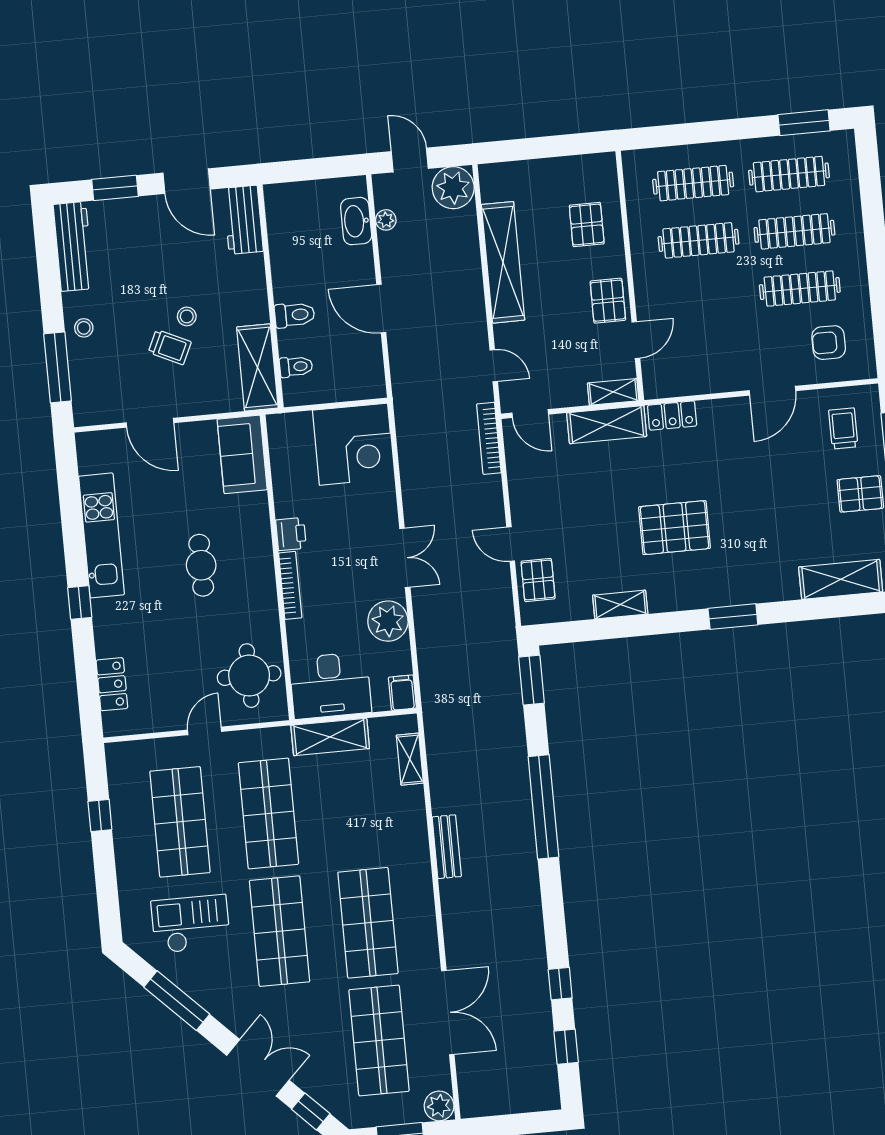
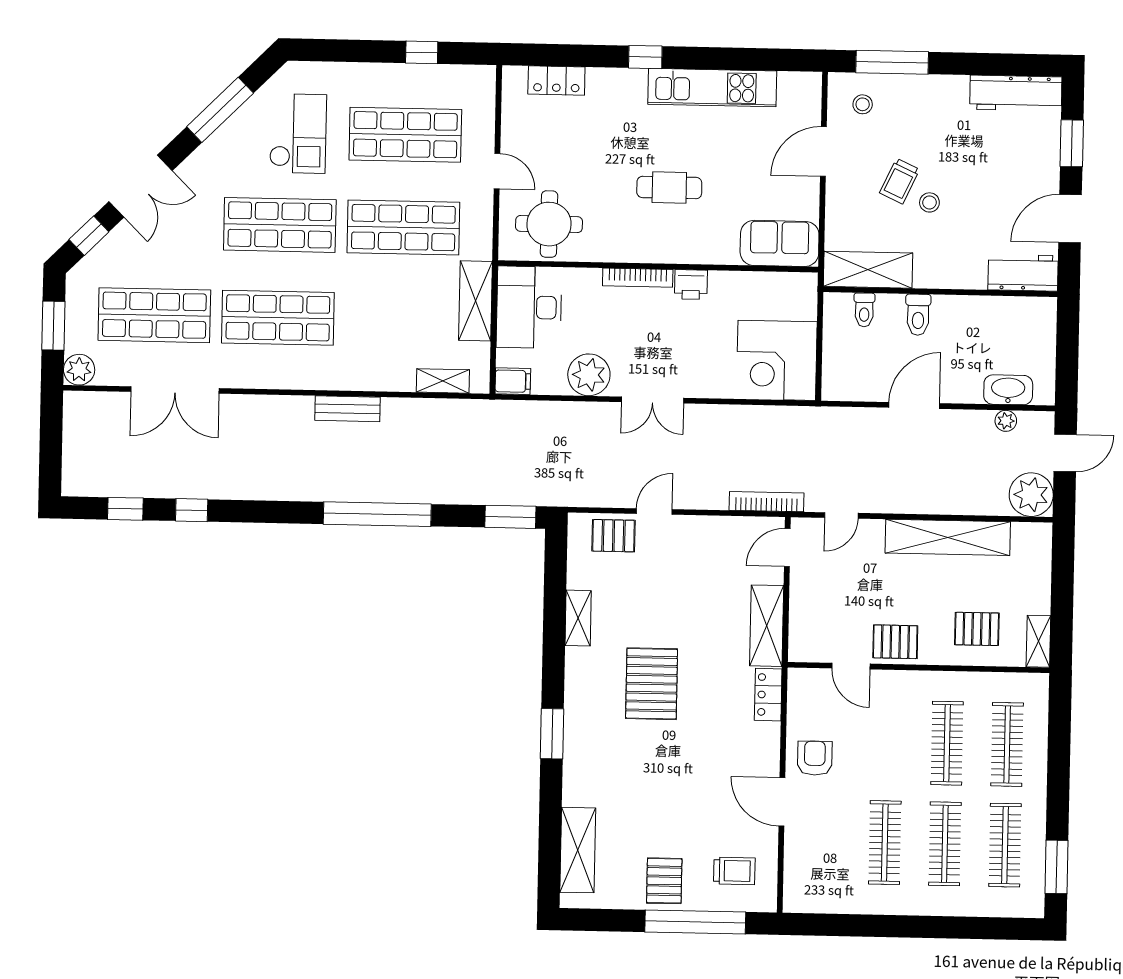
stool: (84, 328) -> (863, 104), moved
armchair: (829, 343) -> (815, 758), moved
shelving: (613, 392) -> (1038, 641), moved

